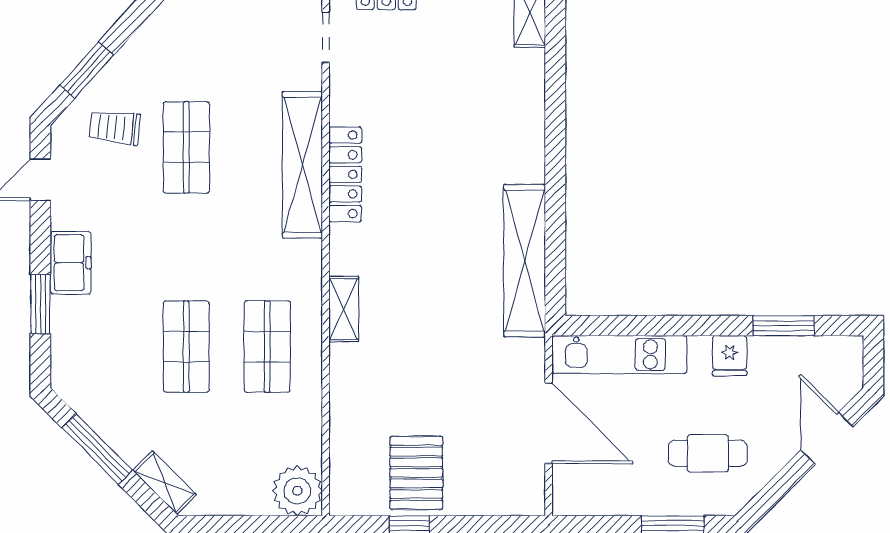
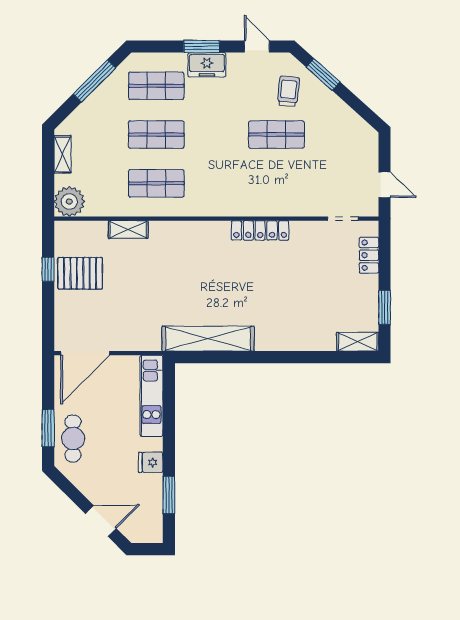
shelving: (302, 165) -> (266, 205), removed
window: (40, 304) -> (202, 46), moved
shelving: (344, 309) -> (128, 230), moved
shop shelf: (105, 347) -> (156, 86), added
door: (549, 423) -> (85, 353), moved
cafe table: (708, 453) -> (73, 438), moved
shelving: (165, 483) -> (63, 154), moved, turned -45

